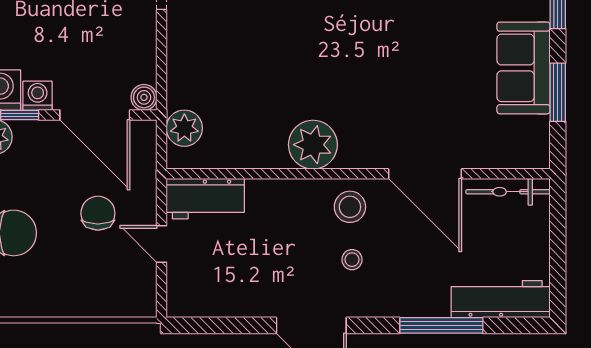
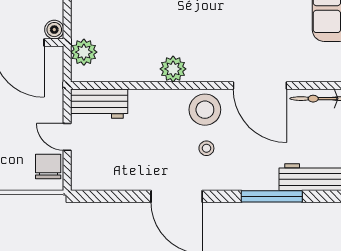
plant: (313, 145) -> (173, 69), width x0.73, depth x0.73
stool: (350, 207) -> (205, 110), width x1.38, depth x1.38
chair: (98, 213) -> (48, 166), moved

